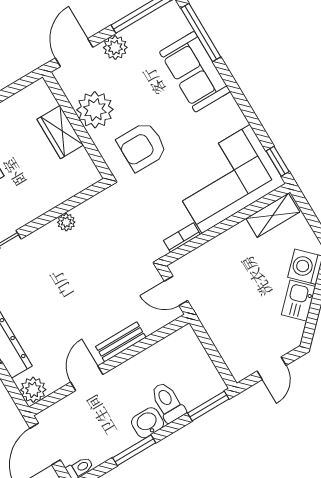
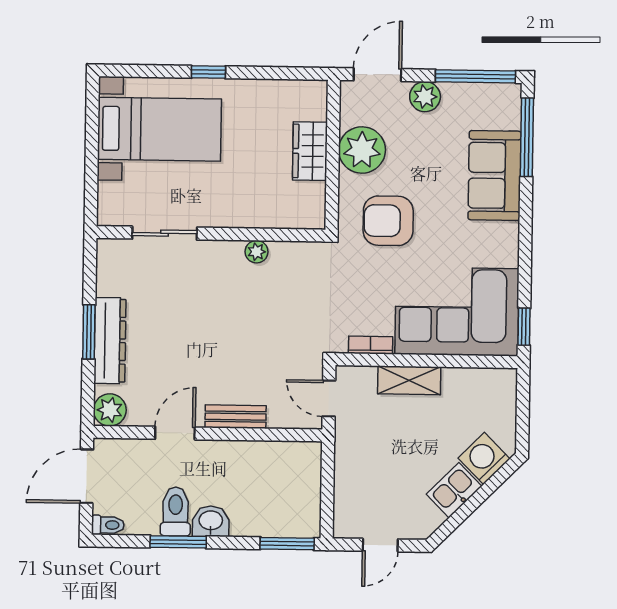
shelving: (273, 215) -> (409, 380), moved
toilet: (168, 402) -> (176, 511), moved

